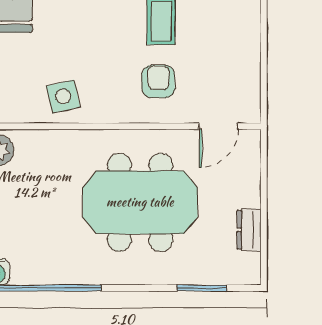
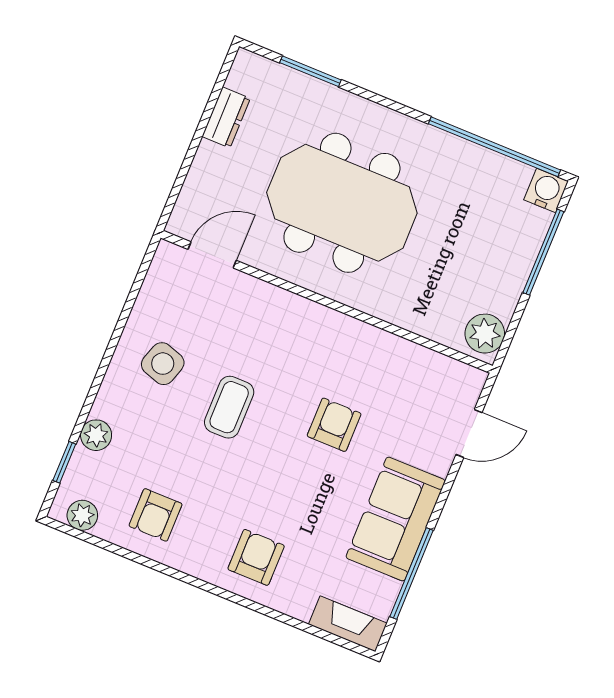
armchair: (158, 82) -> (334, 425), moved, turned 180
side table: (63, 96) -> (163, 364), moved, turned 31

